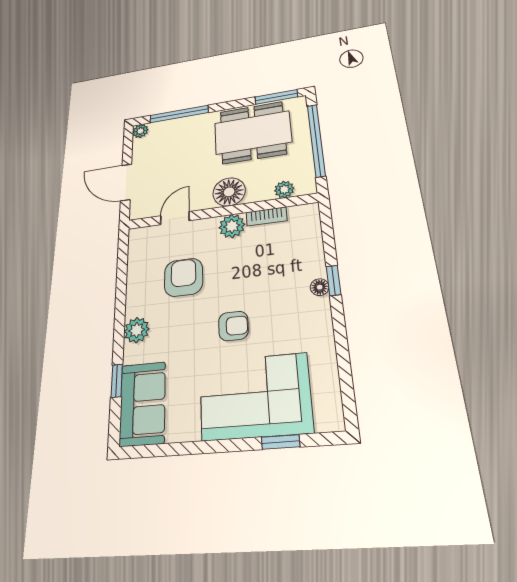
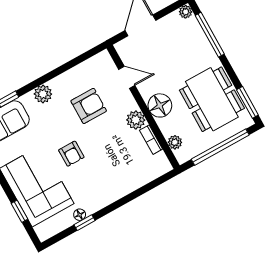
window: (334, 280) -> (84, 223), moved
floor lamp: (320, 287) -> (80, 215), moved

